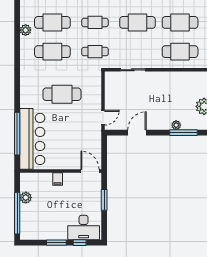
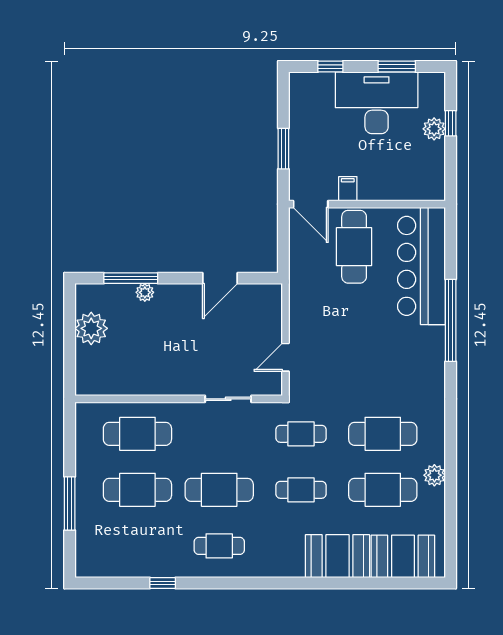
cafe table: (62, 94) -> (354, 247), moved, turned 90
door: (103, 118) -> (286, 357), moved
window: (17, 134) -> (451, 320), moved
filing cabinet: (58, 179) -> (348, 189), moved
plant: (26, 198) -> (434, 129), moved
window: (17, 213) -> (451, 123), width x0.32
desk: (84, 228) -> (377, 103), moved, width x1.36, depth x1.30
window: (56, 243) -> (397, 67), moved

